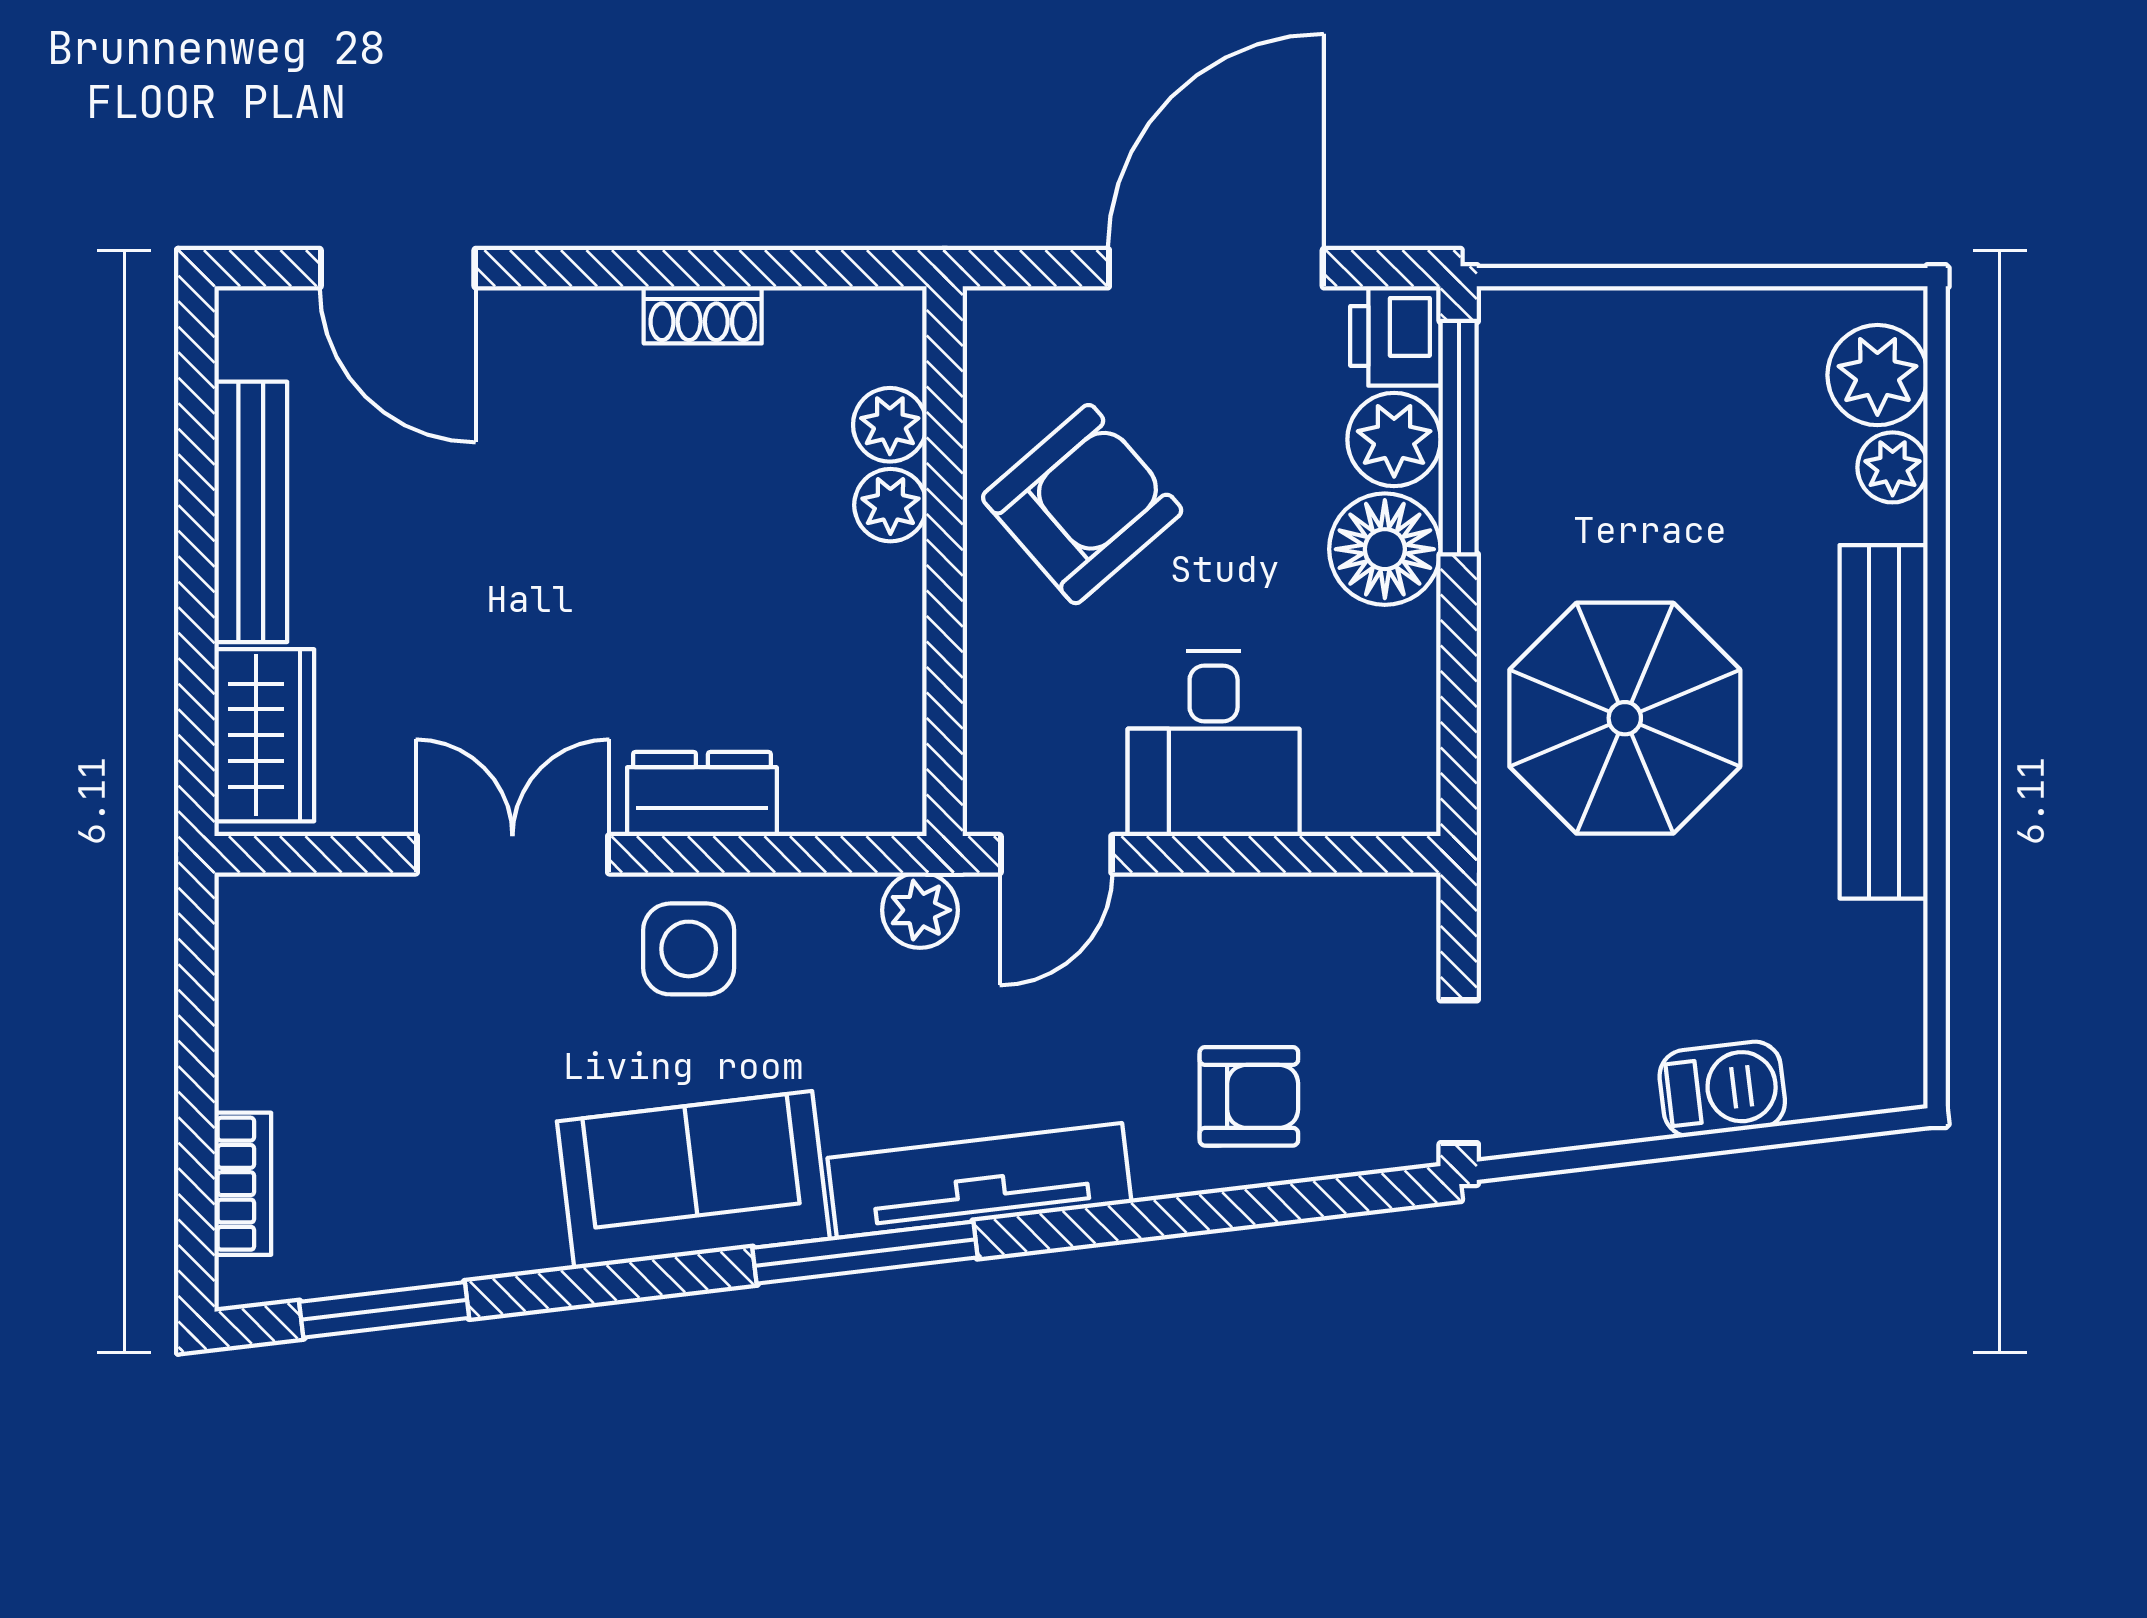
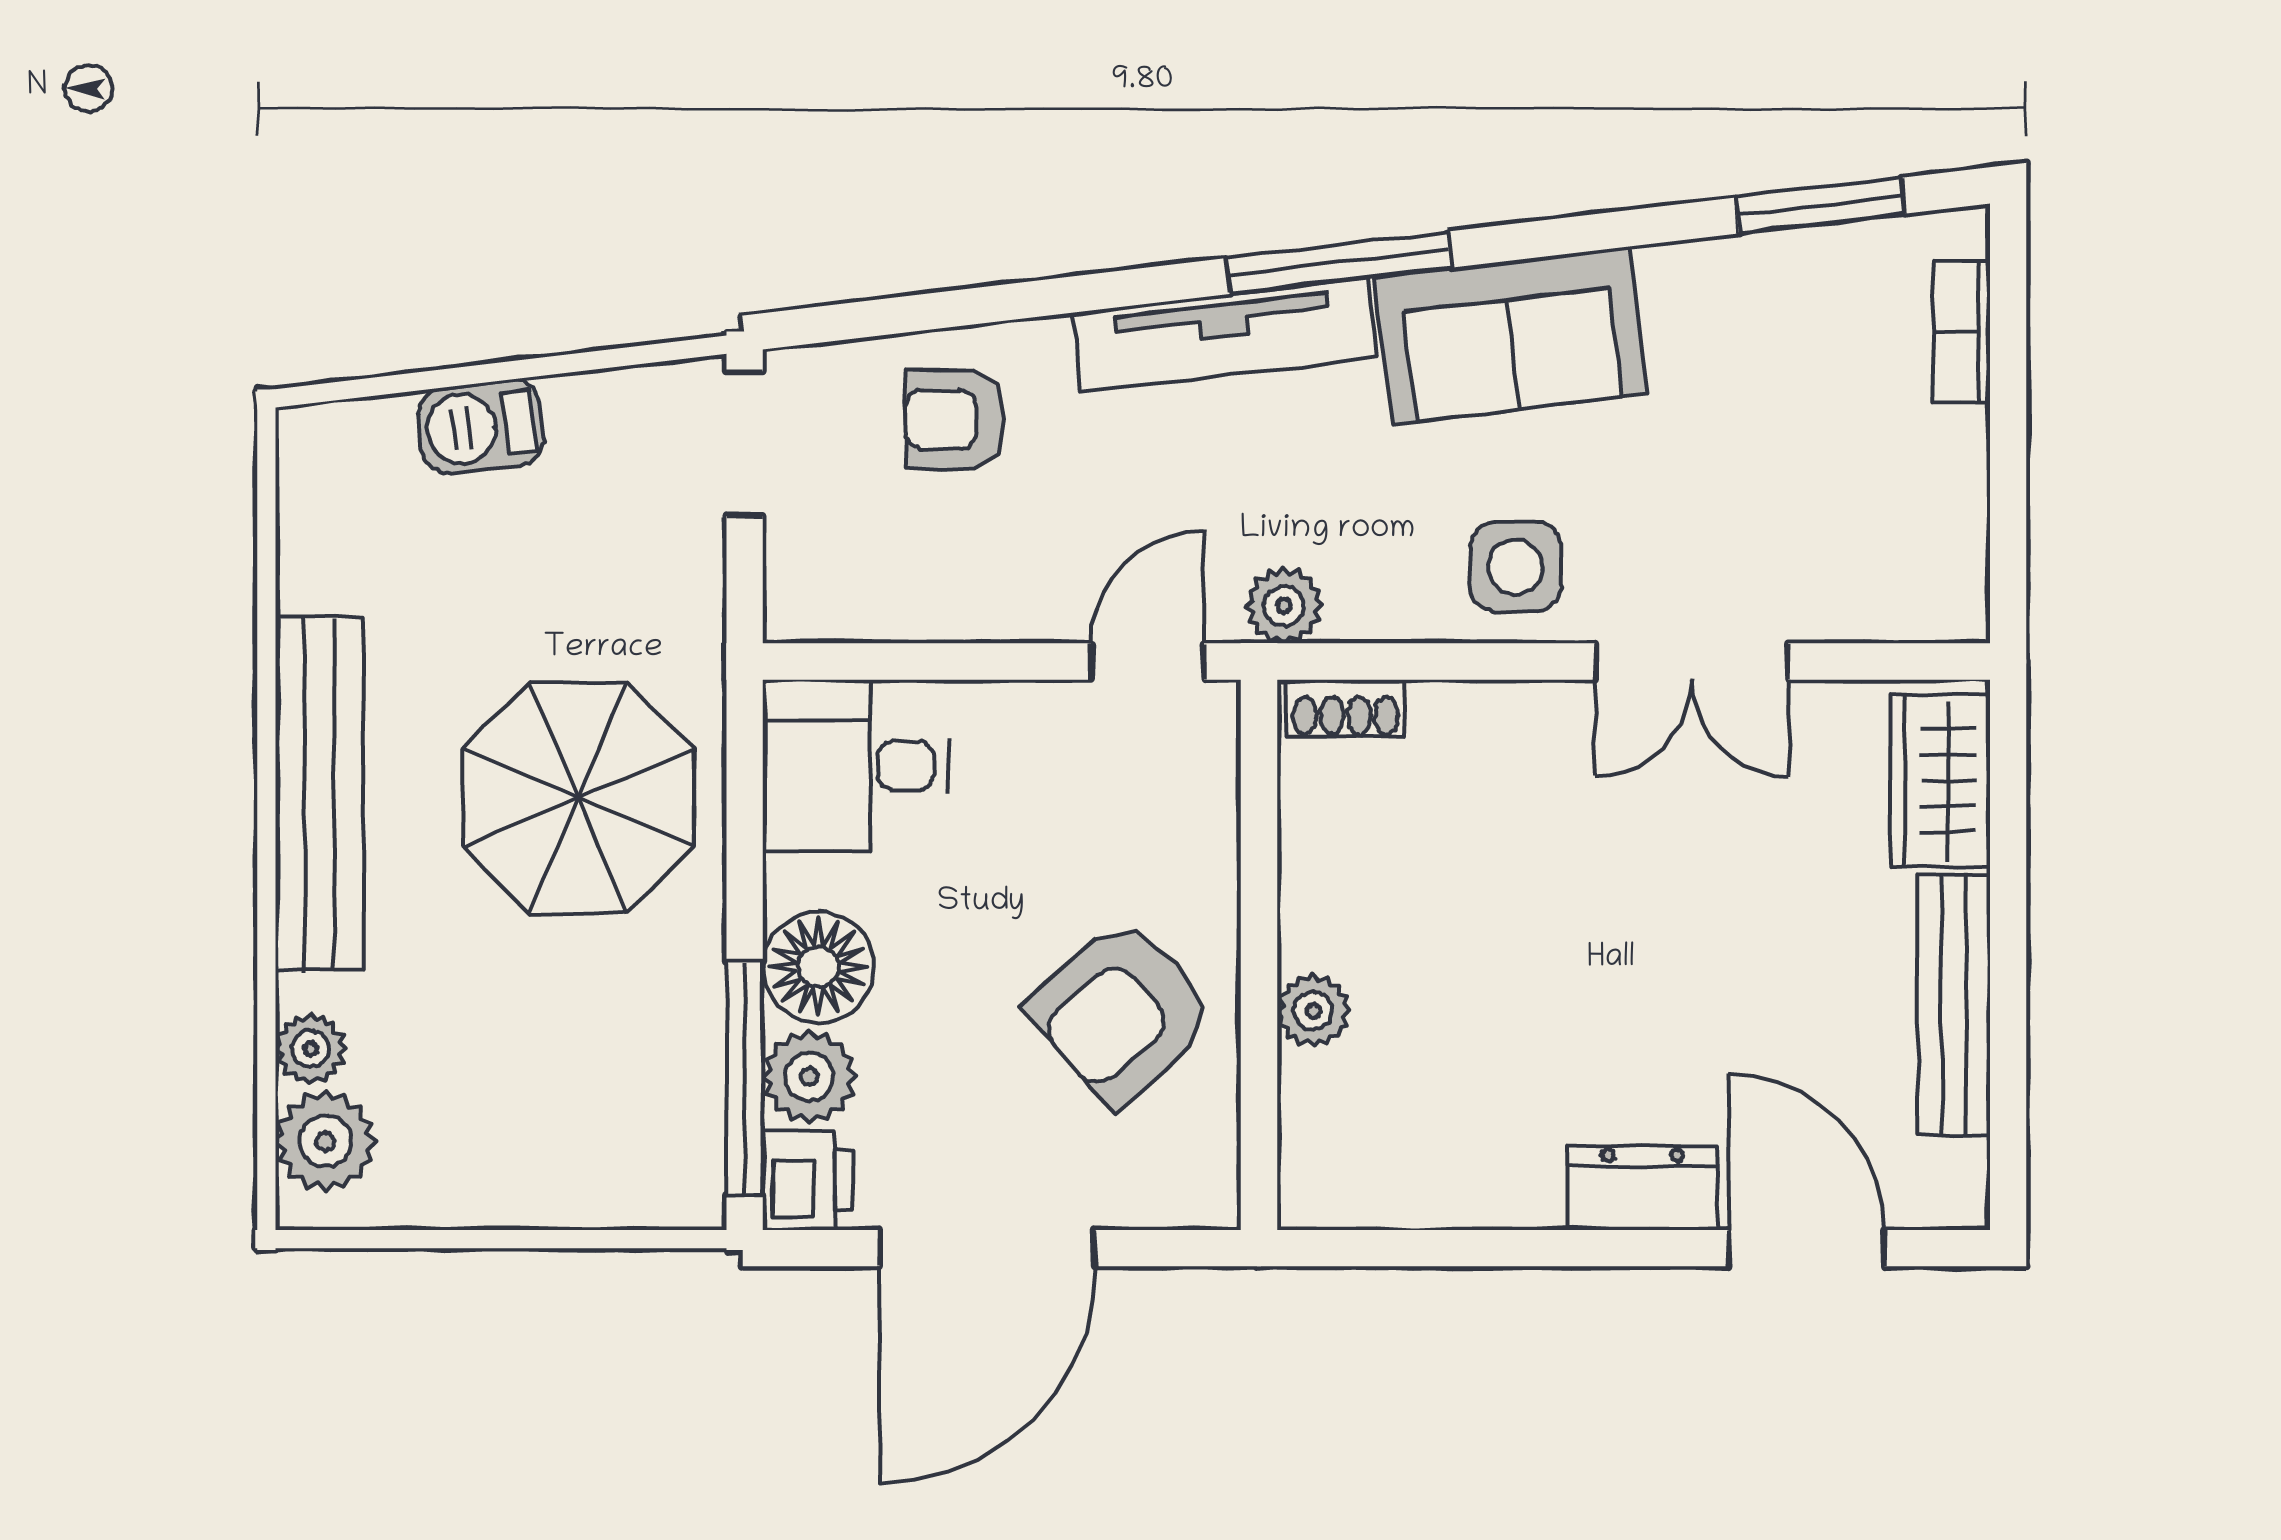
shoe rack: (703, 315) -> (1346, 708), moved, turned 180
plant: (890, 425) -> (1314, 1091), removed
desk: (1214, 744) -> (855, 766), moved, turned -90
dresser: (702, 794) -> (1642, 1188), moved, turned 180

